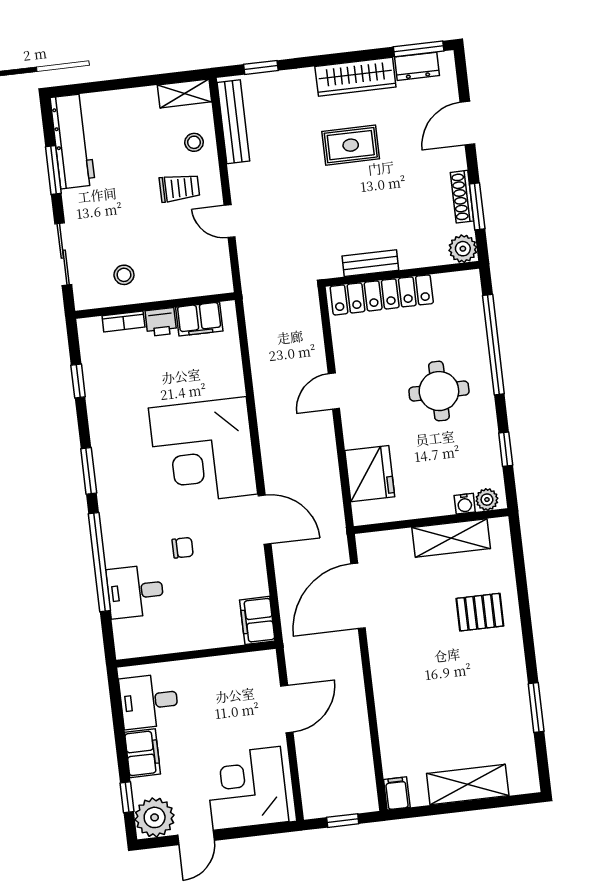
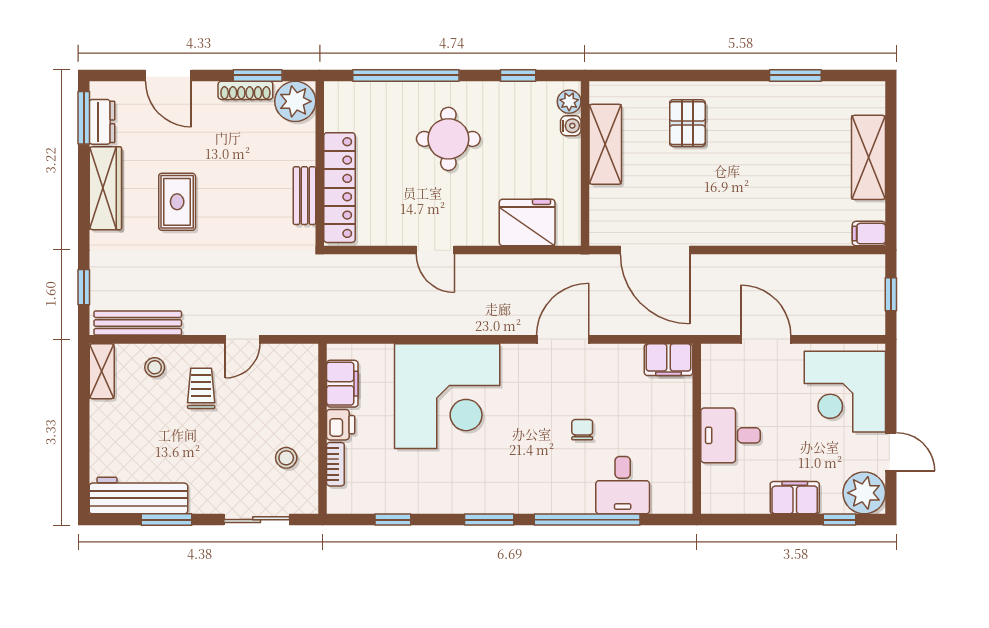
plant: (463, 249) -> (295, 101), width x1.36, depth x1.36
corner desk: (203, 451) -> (447, 396), moved
desk: (149, 701) -> (731, 435), moved, turned 90

